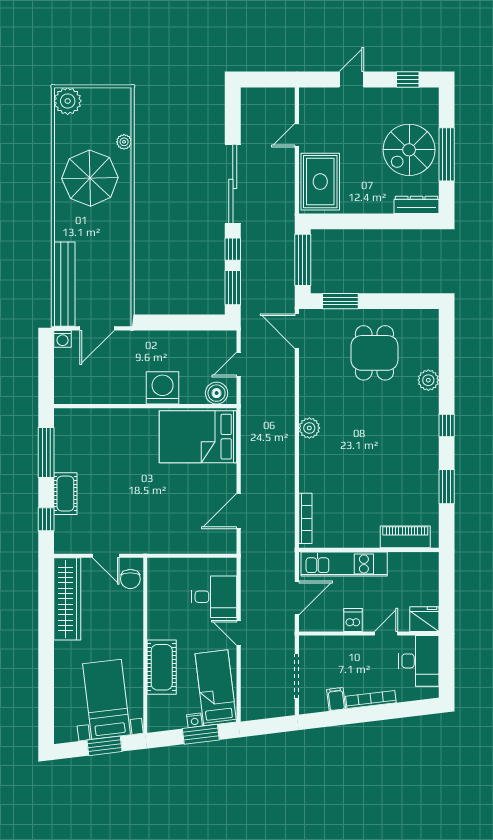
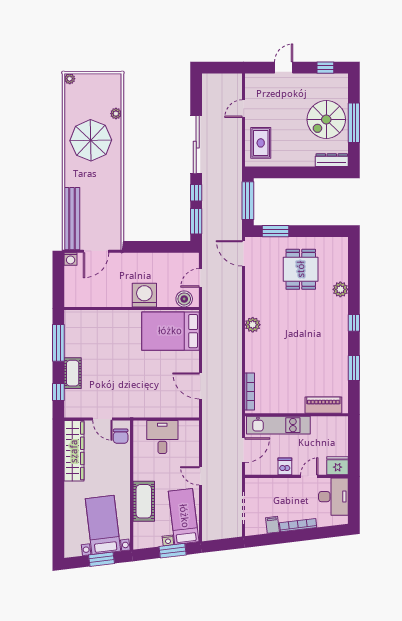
plant: (68, 101) -> (70, 79), width x0.53, depth x0.53
rug: (320, 182) -> (261, 143), width x0.73, depth x0.70
door: (239, 511) -> (200, 386), hinge flipped
desk: (214, 597) -> (162, 437), moved, turned -90

